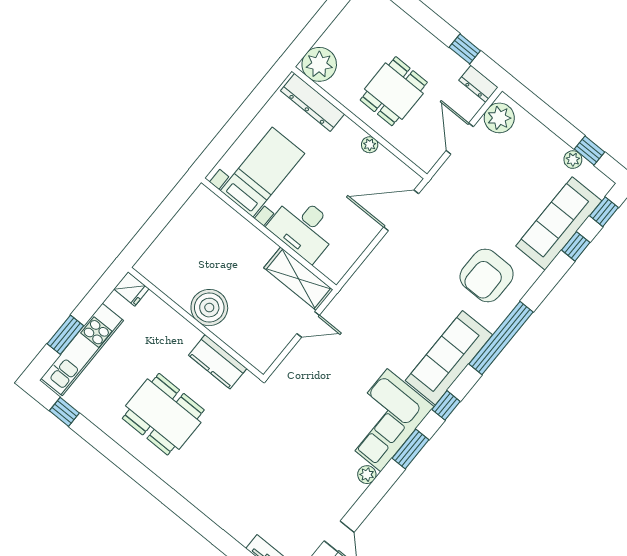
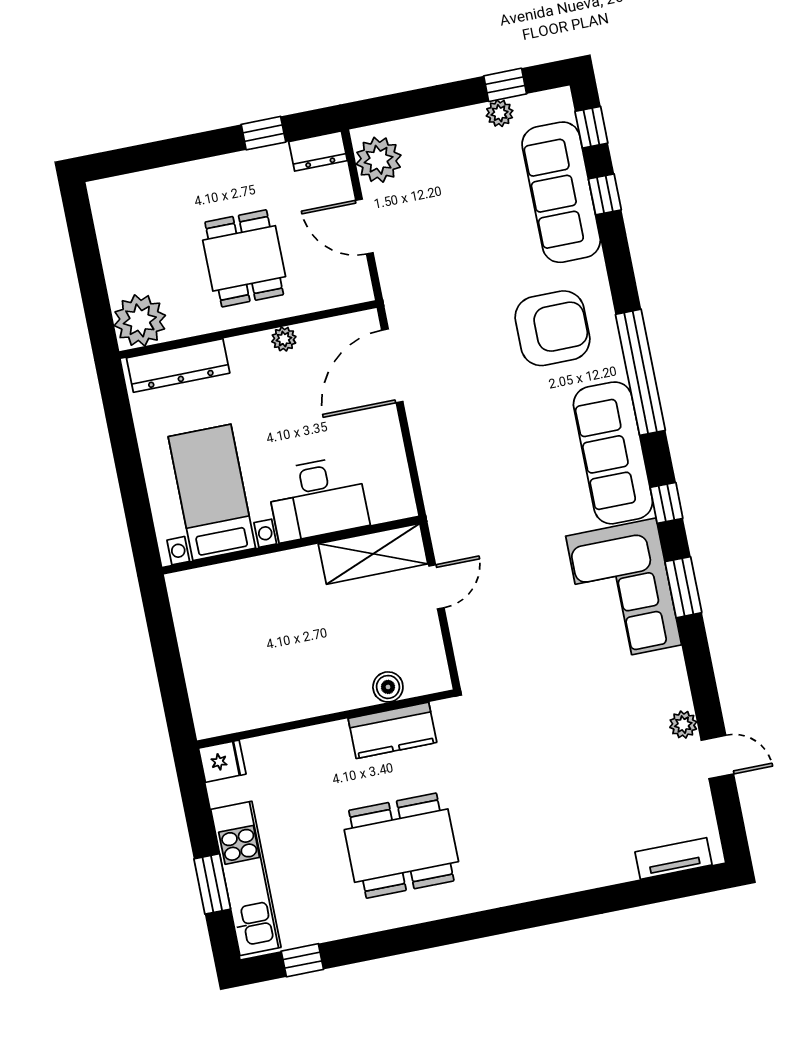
armchair: (487, 275) -> (552, 328), turned -90
boiler: (209, 308) -> (388, 687), moved, width x0.54, depth x0.54
plant: (367, 475) -> (683, 725), moved

